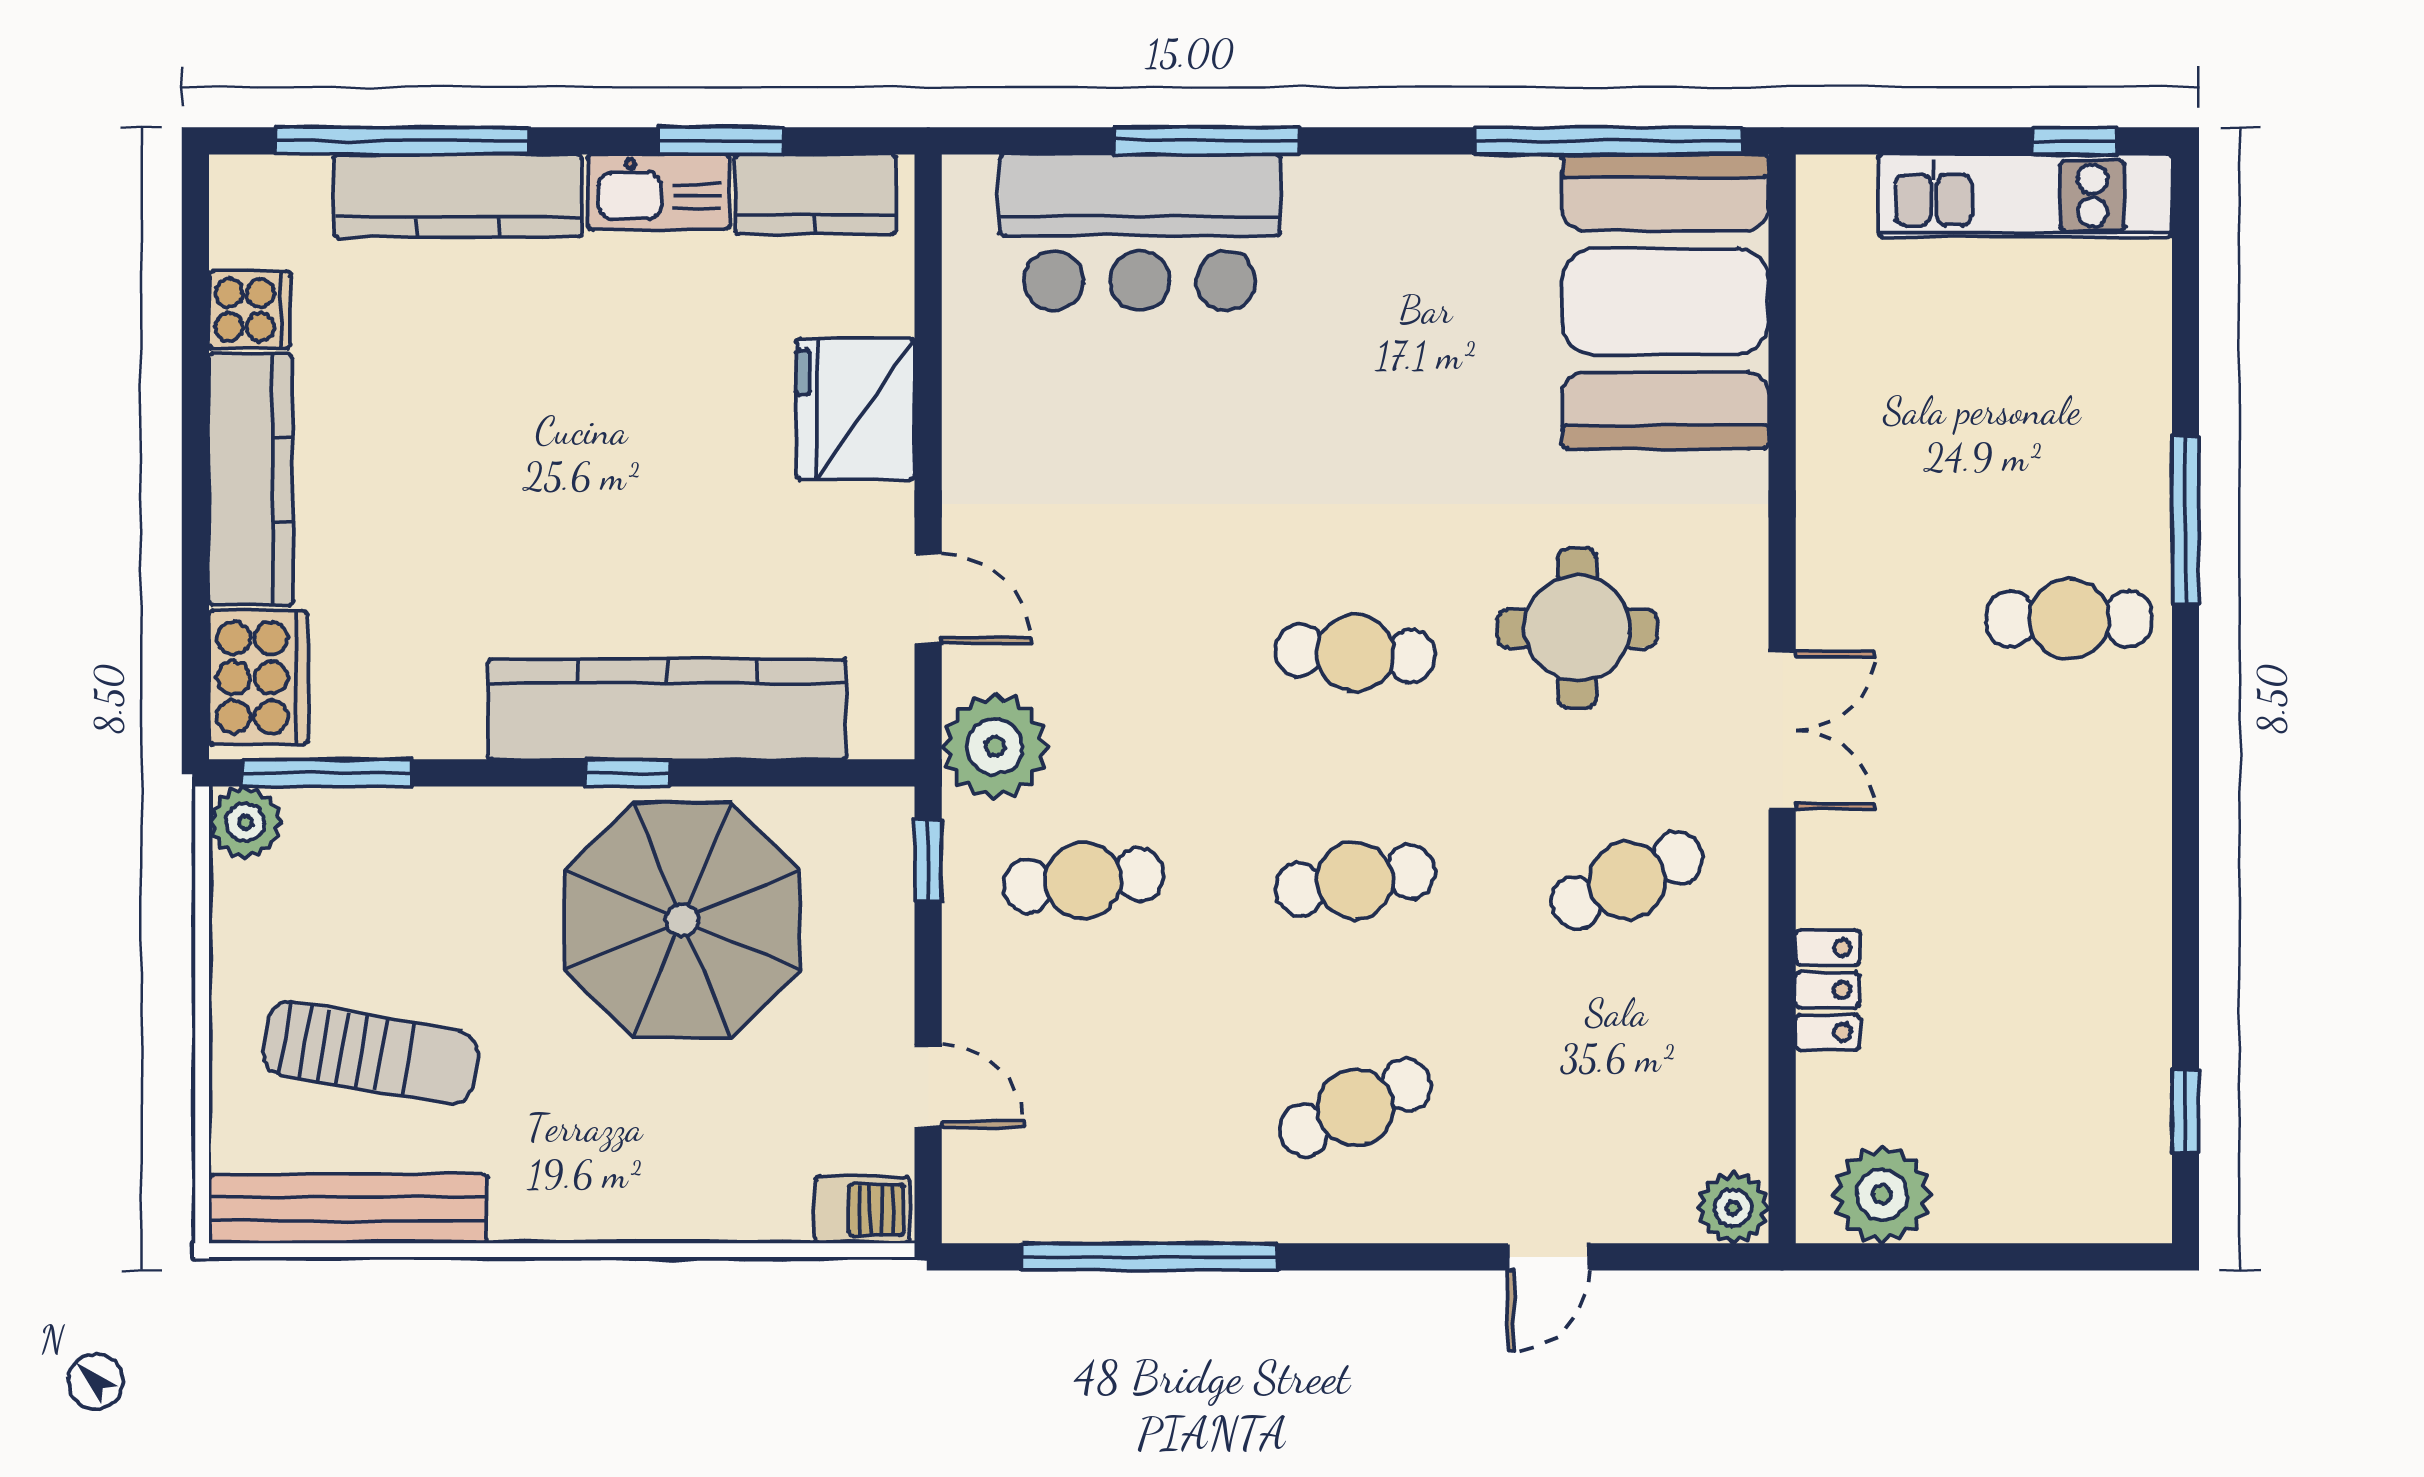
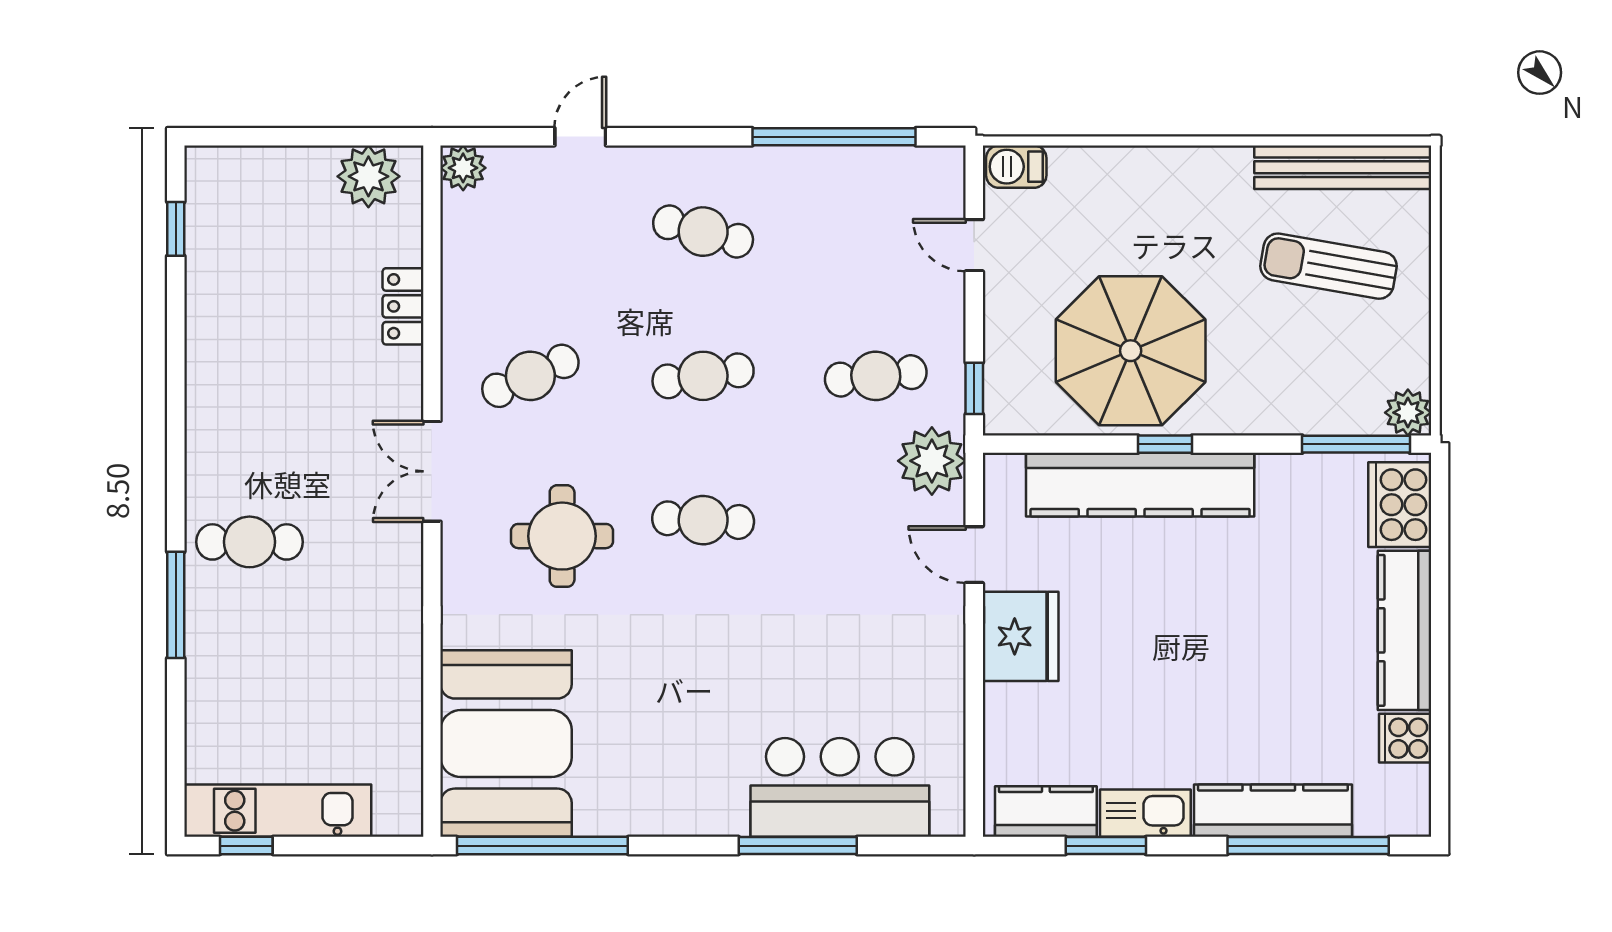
fridge: (855, 409) -> (1021, 636), moved
cafe table: (1355, 1108) -> (703, 232), turned 39

